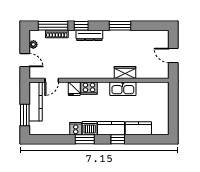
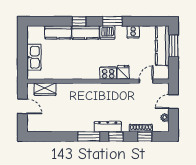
window: (53, 26) -> (145, 136), width x0.46
window: (120, 26) -> (89, 136), moved
door: (25, 60) -> (173, 102), hinge flipped
wardrobe: (125, 72) -> (45, 89), moved
kitchen sink: (123, 89) -> (34, 57), moved, turned 90
kitchen counter: (36, 102) -> (162, 46), moved
cooker: (76, 129) -> (133, 32), moved

